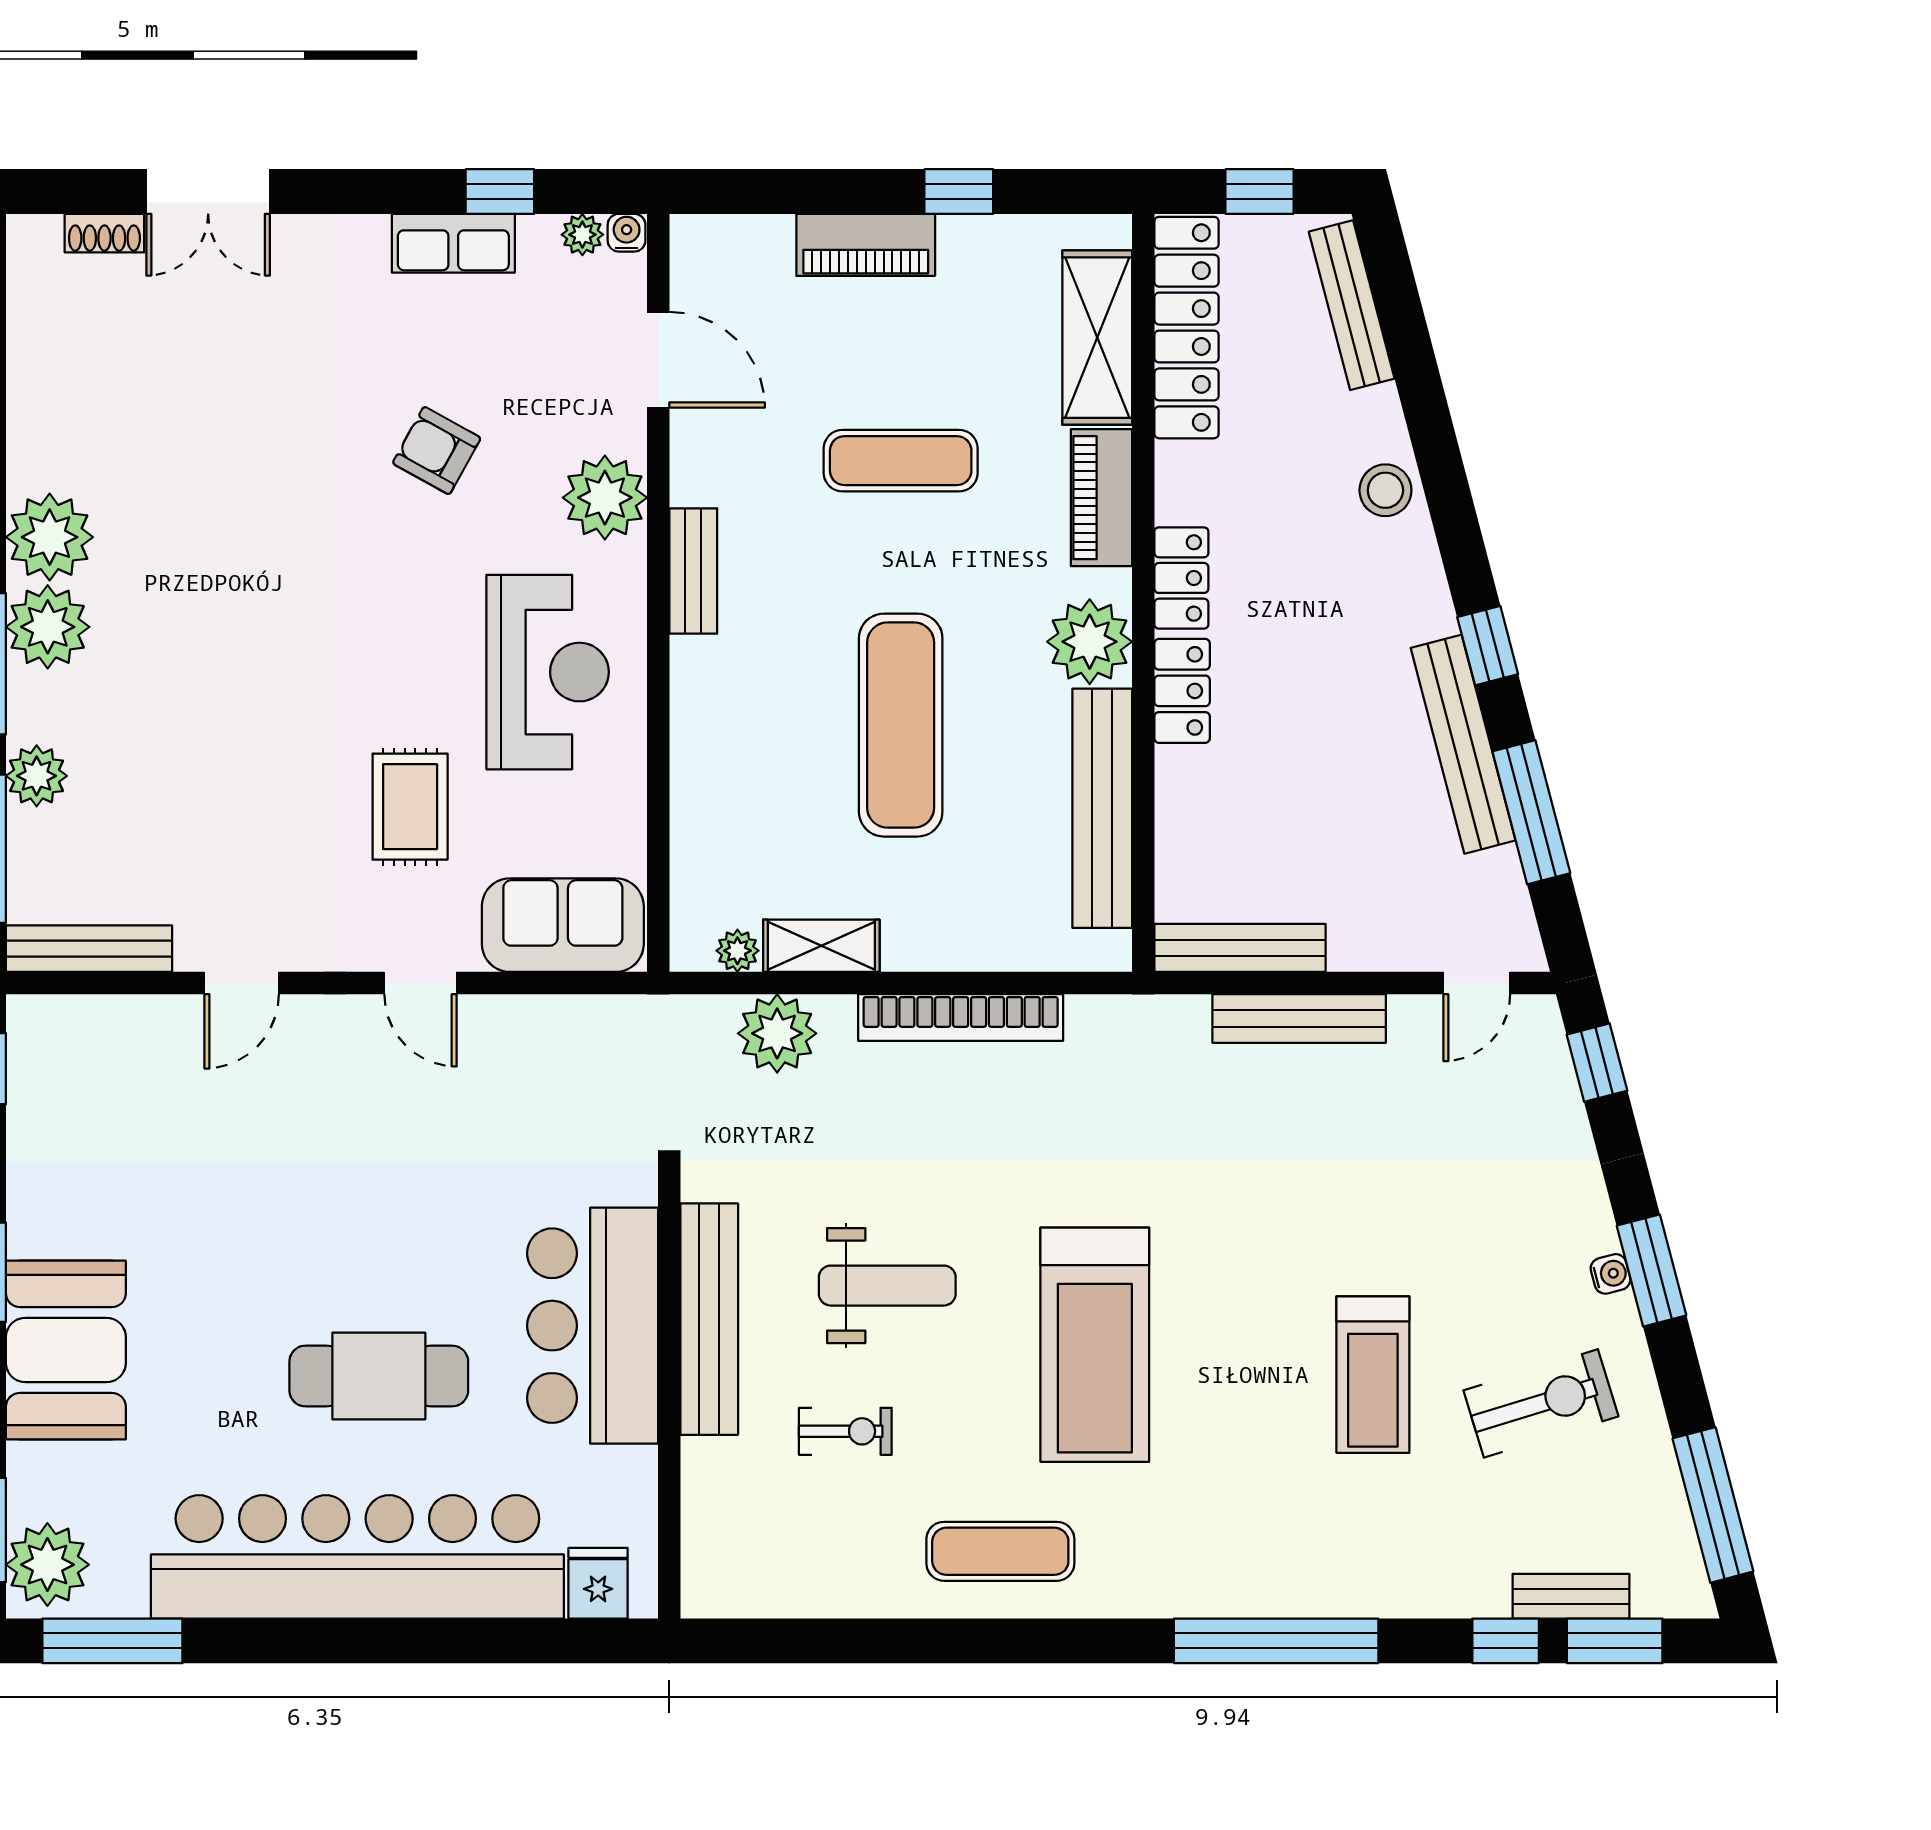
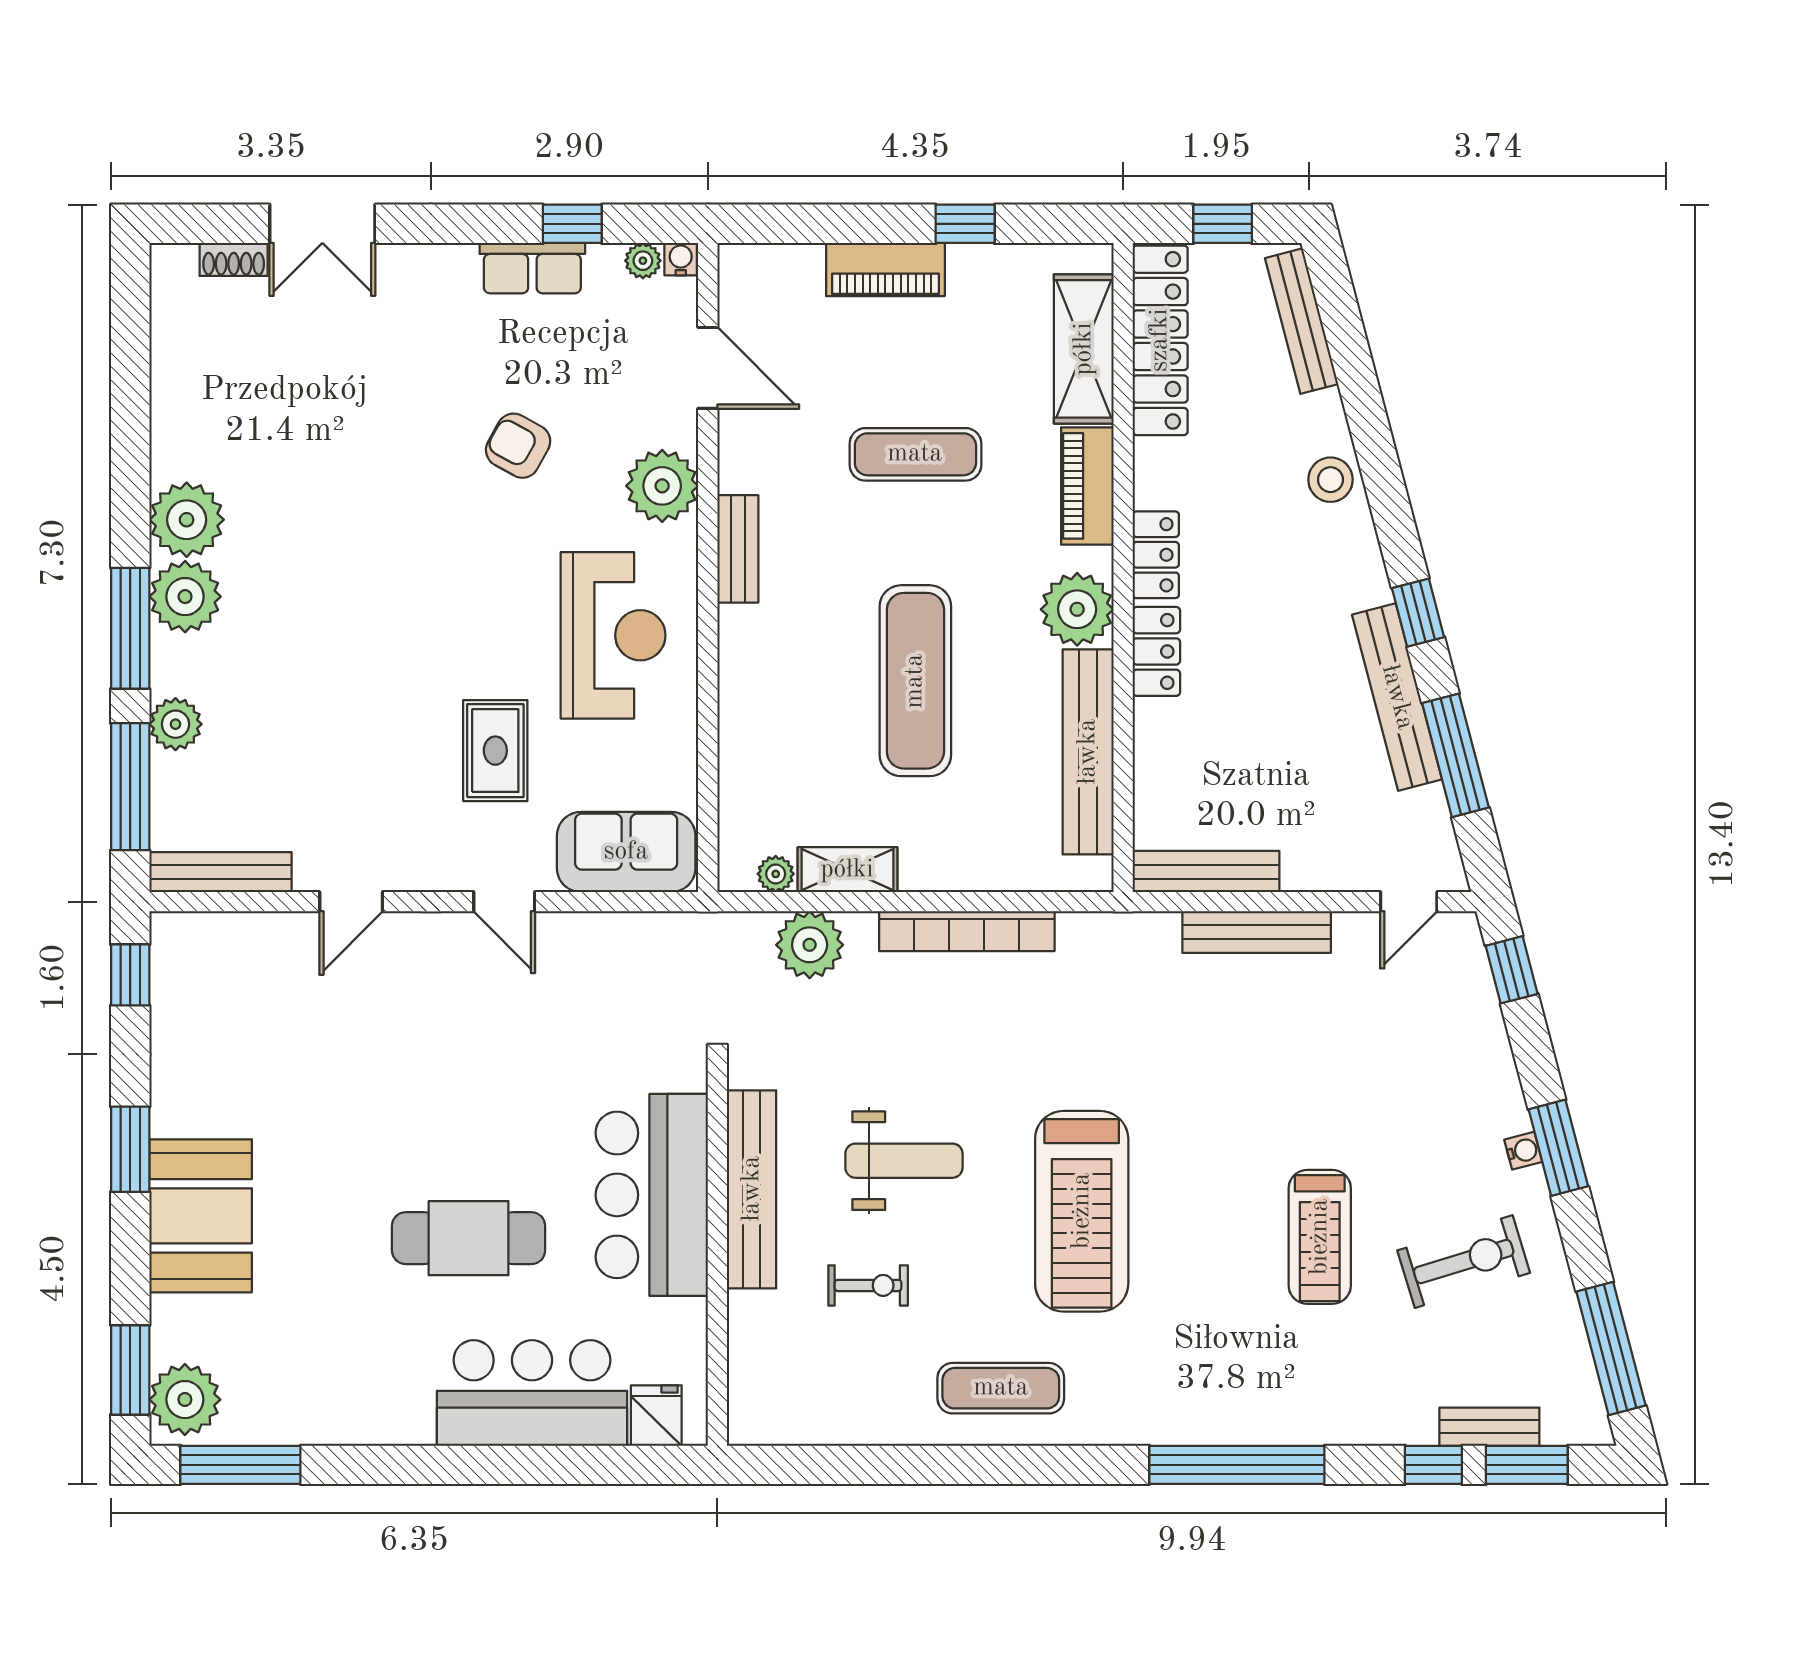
bar counter: (357, 1557) -> (532, 1393), width x0.54

